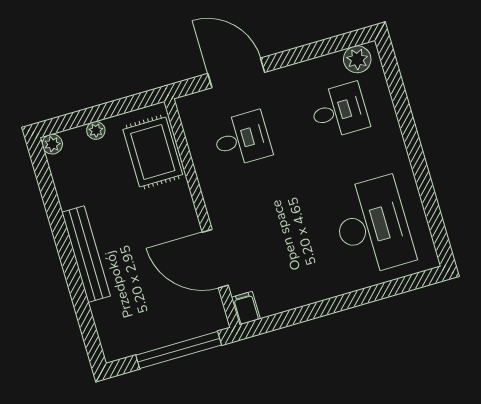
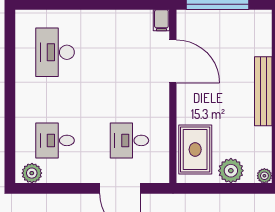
plant: (96, 130) -> (231, 171), width x1.88, depth x1.88
desk: (373, 226) -> (55, 52), width x0.73, depth x0.77

